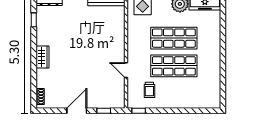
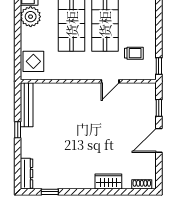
wardrobe: (42, 57) -> (108, 182), moved
door: (77, 111) -> (159, 140), hinge flipped

